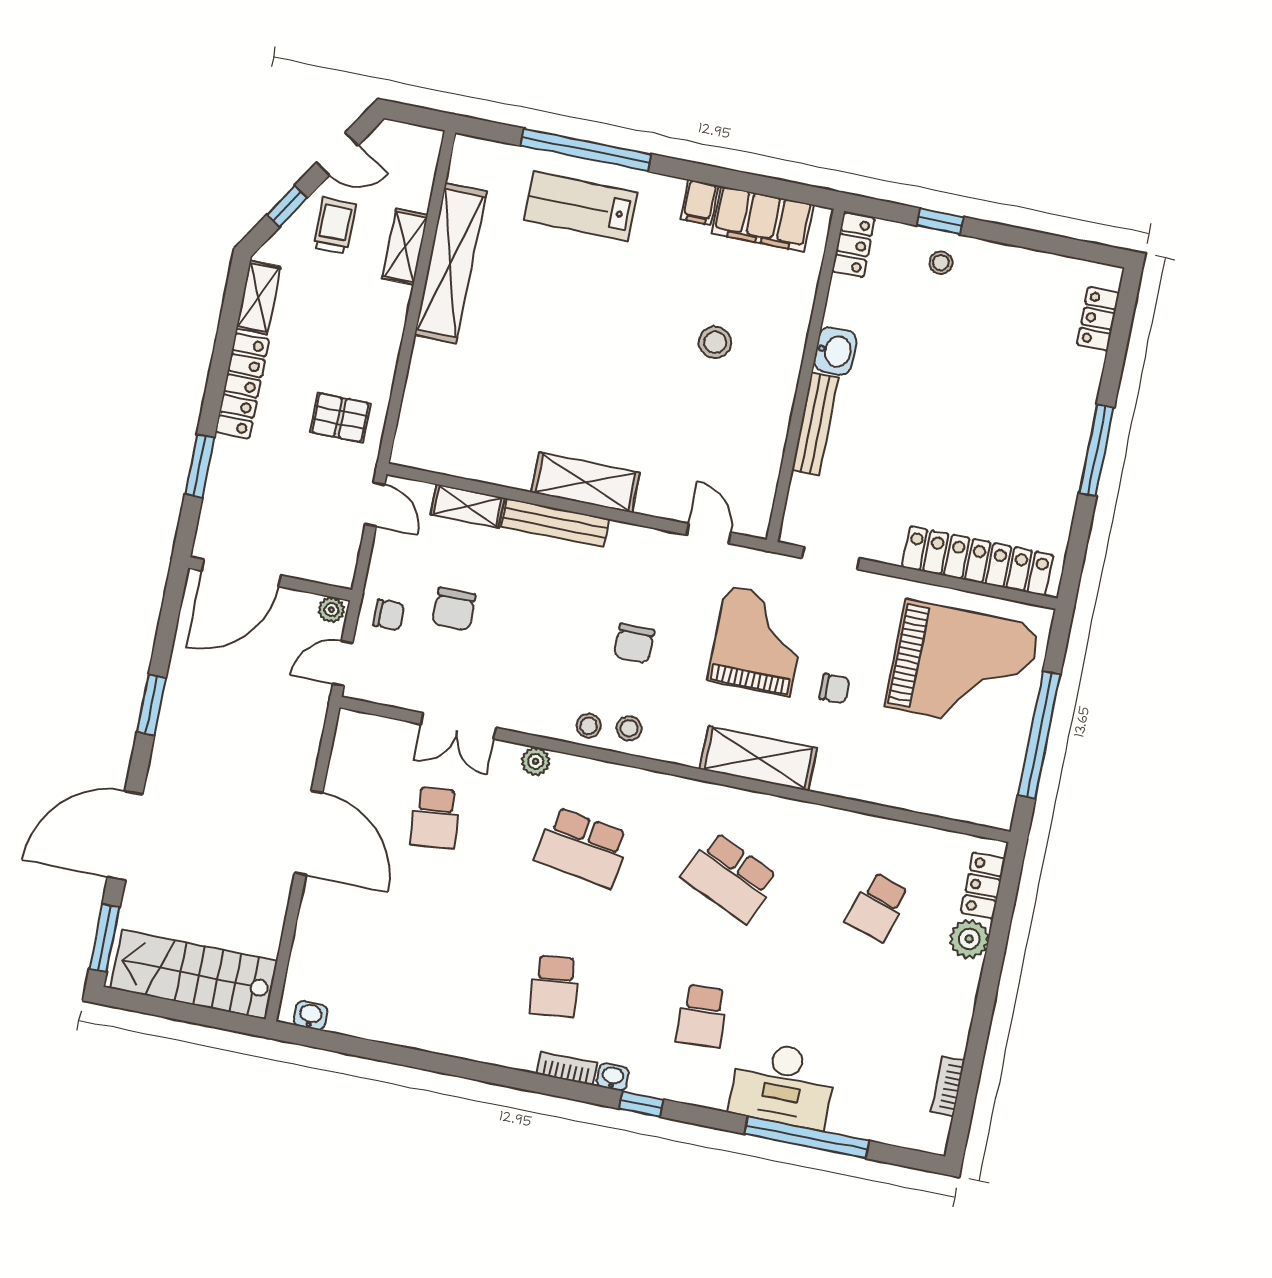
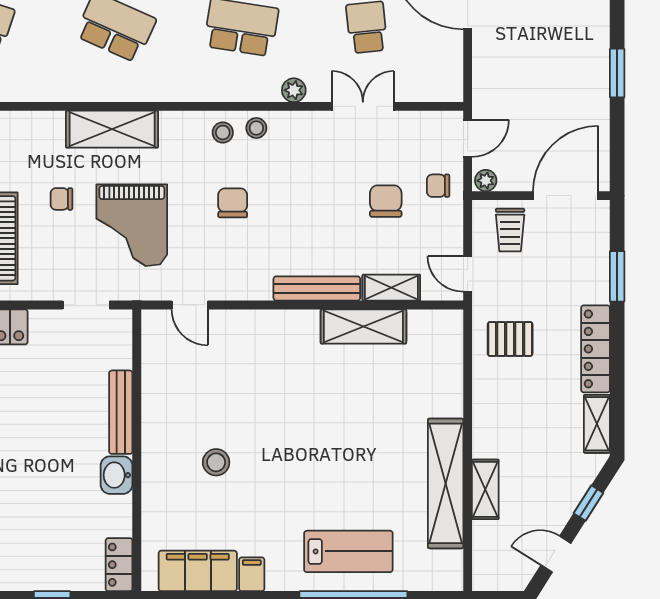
trolley: (335, 226) -> (510, 230), moved
stool: (941, 263) -> (45, 565), removed
shelving: (585, 482) -> (363, 326), moved

